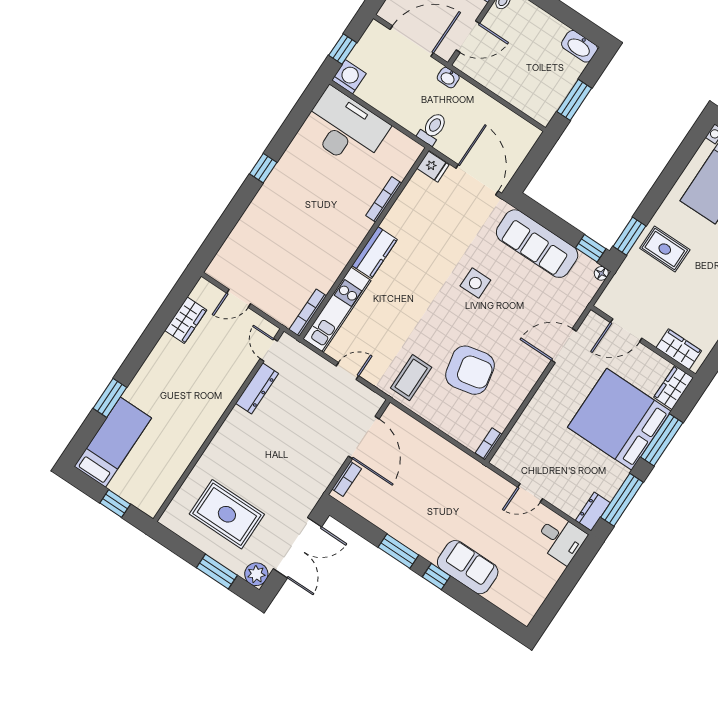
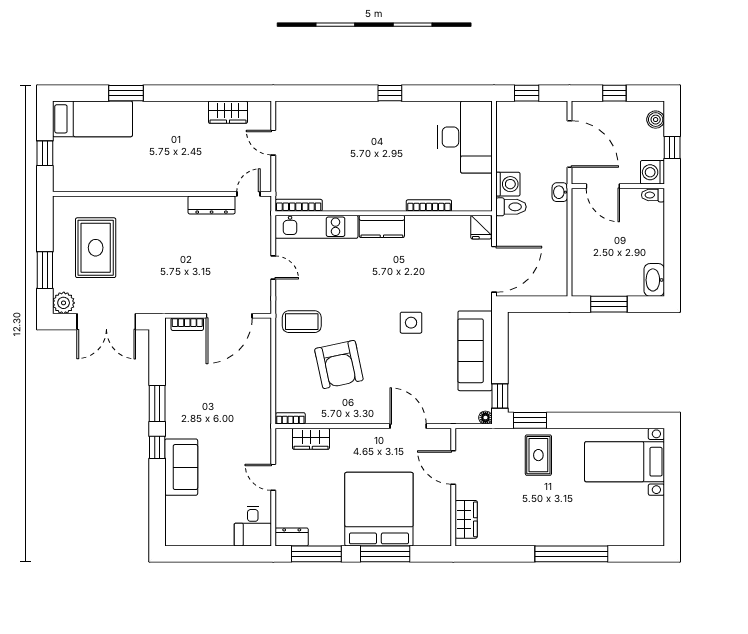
washing machine: (349, 77) -> (508, 184), moved
wardrobe: (674, 388) -> (311, 439), moved, turned 180

